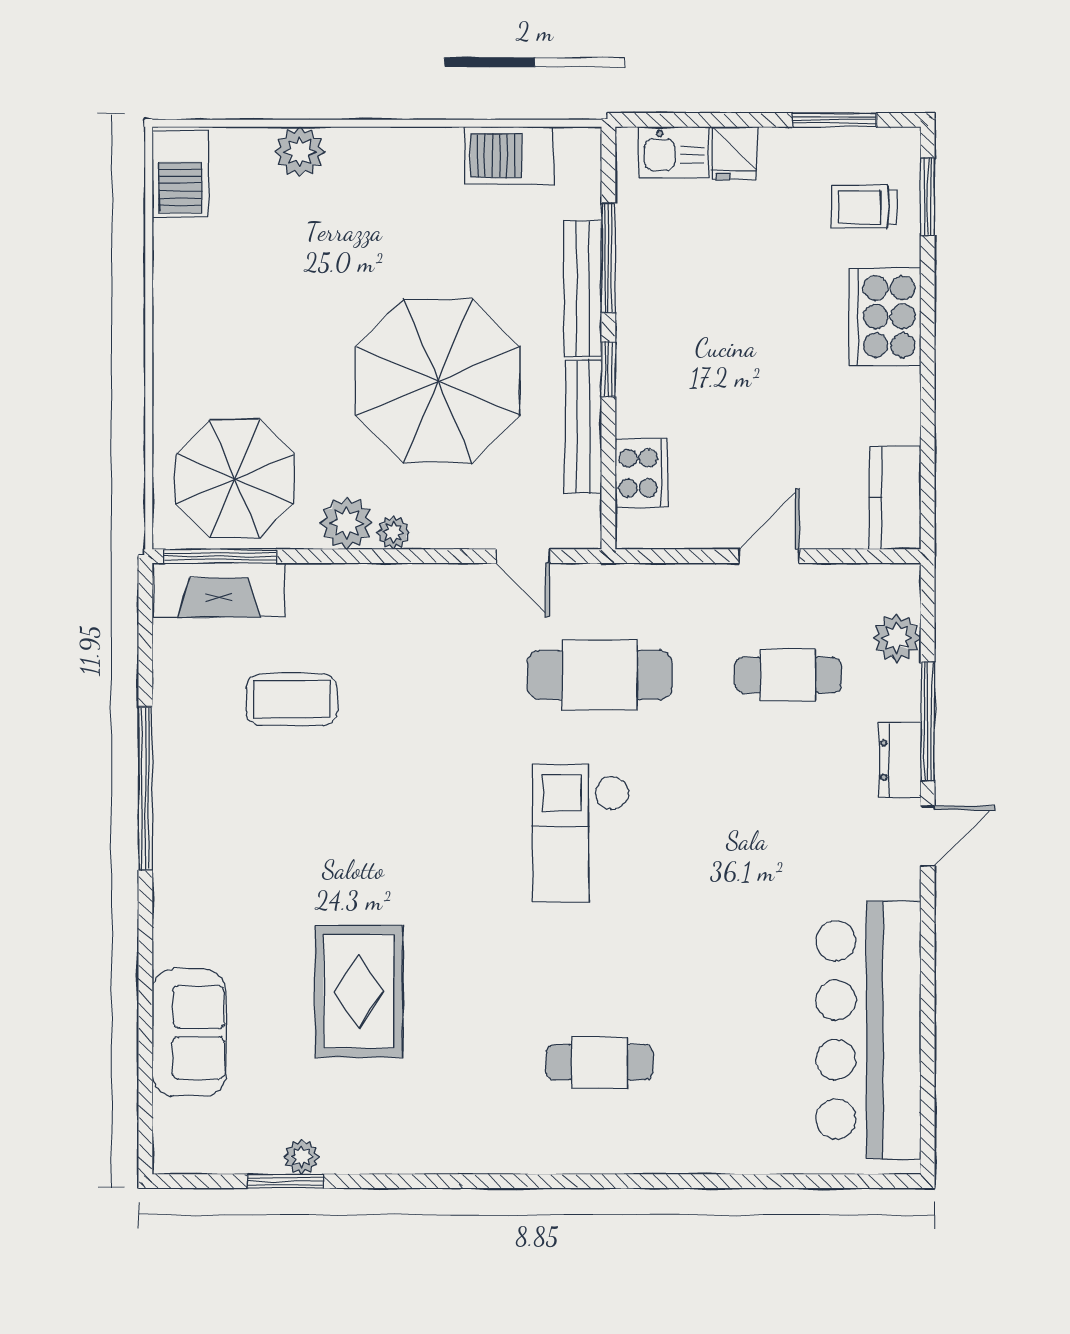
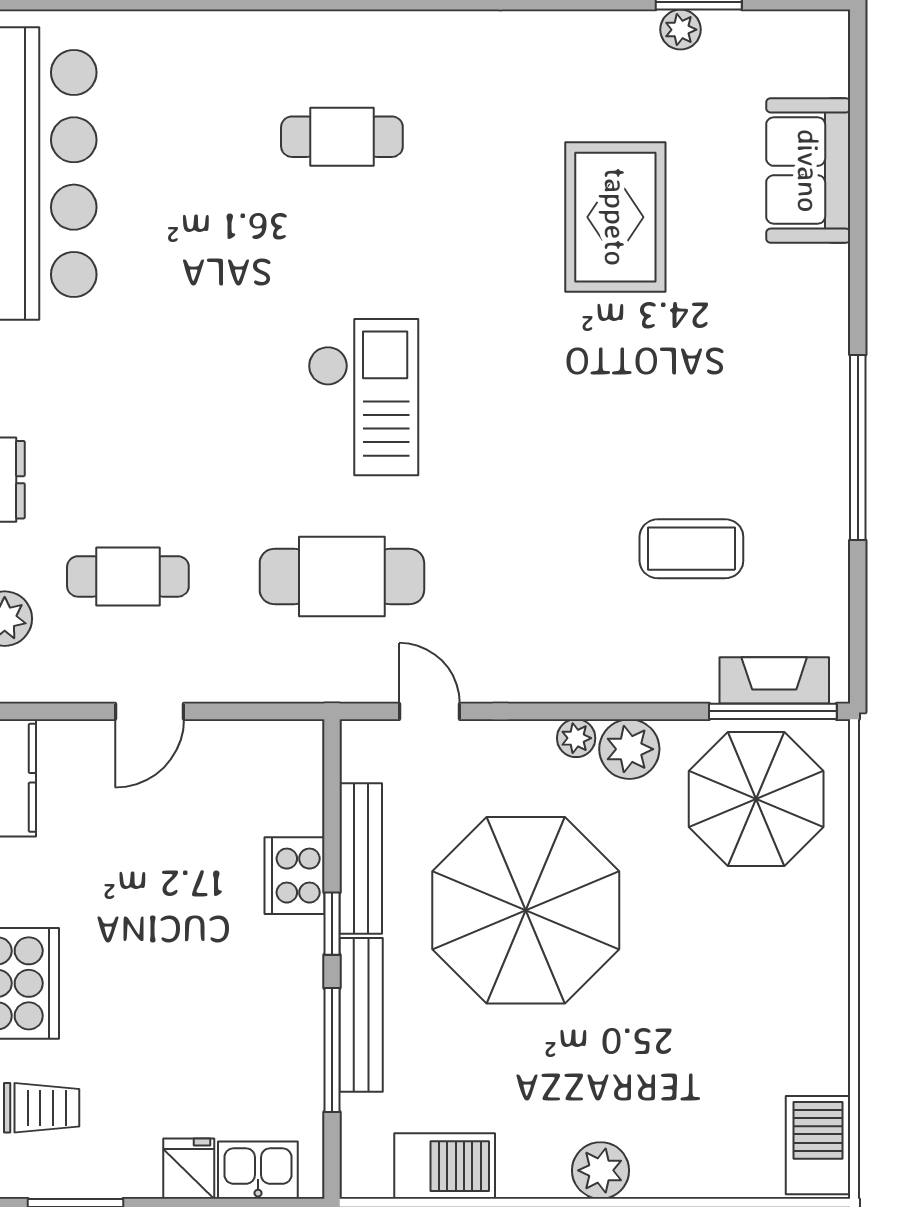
plant: (300, 152) -> (601, 1170), moved
cooker: (641, 473) -> (295, 876), moved
fireplace: (219, 590) -> (774, 680), width x0.73, depth x0.76

